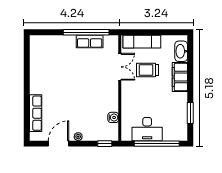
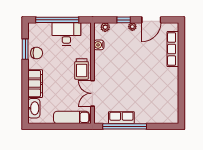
trolley: (148, 70) -> (82, 69), moved, turned 90
chair: (178, 109) -> (37, 53), added
plant: (107, 136) -> (105, 27), added
window: (105, 144) -> (124, 20), moved

